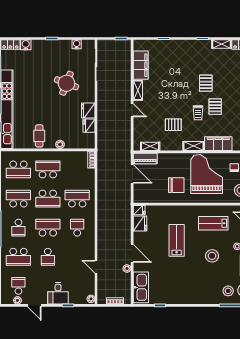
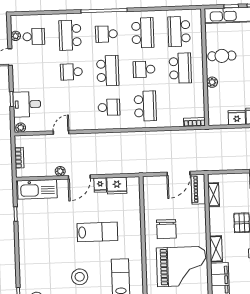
school desk: (48, 199) -> (144, 69), width x0.54
fridge: (139, 210) -> (100, 185), moved
desk: (58, 293) -> (27, 104), moved

